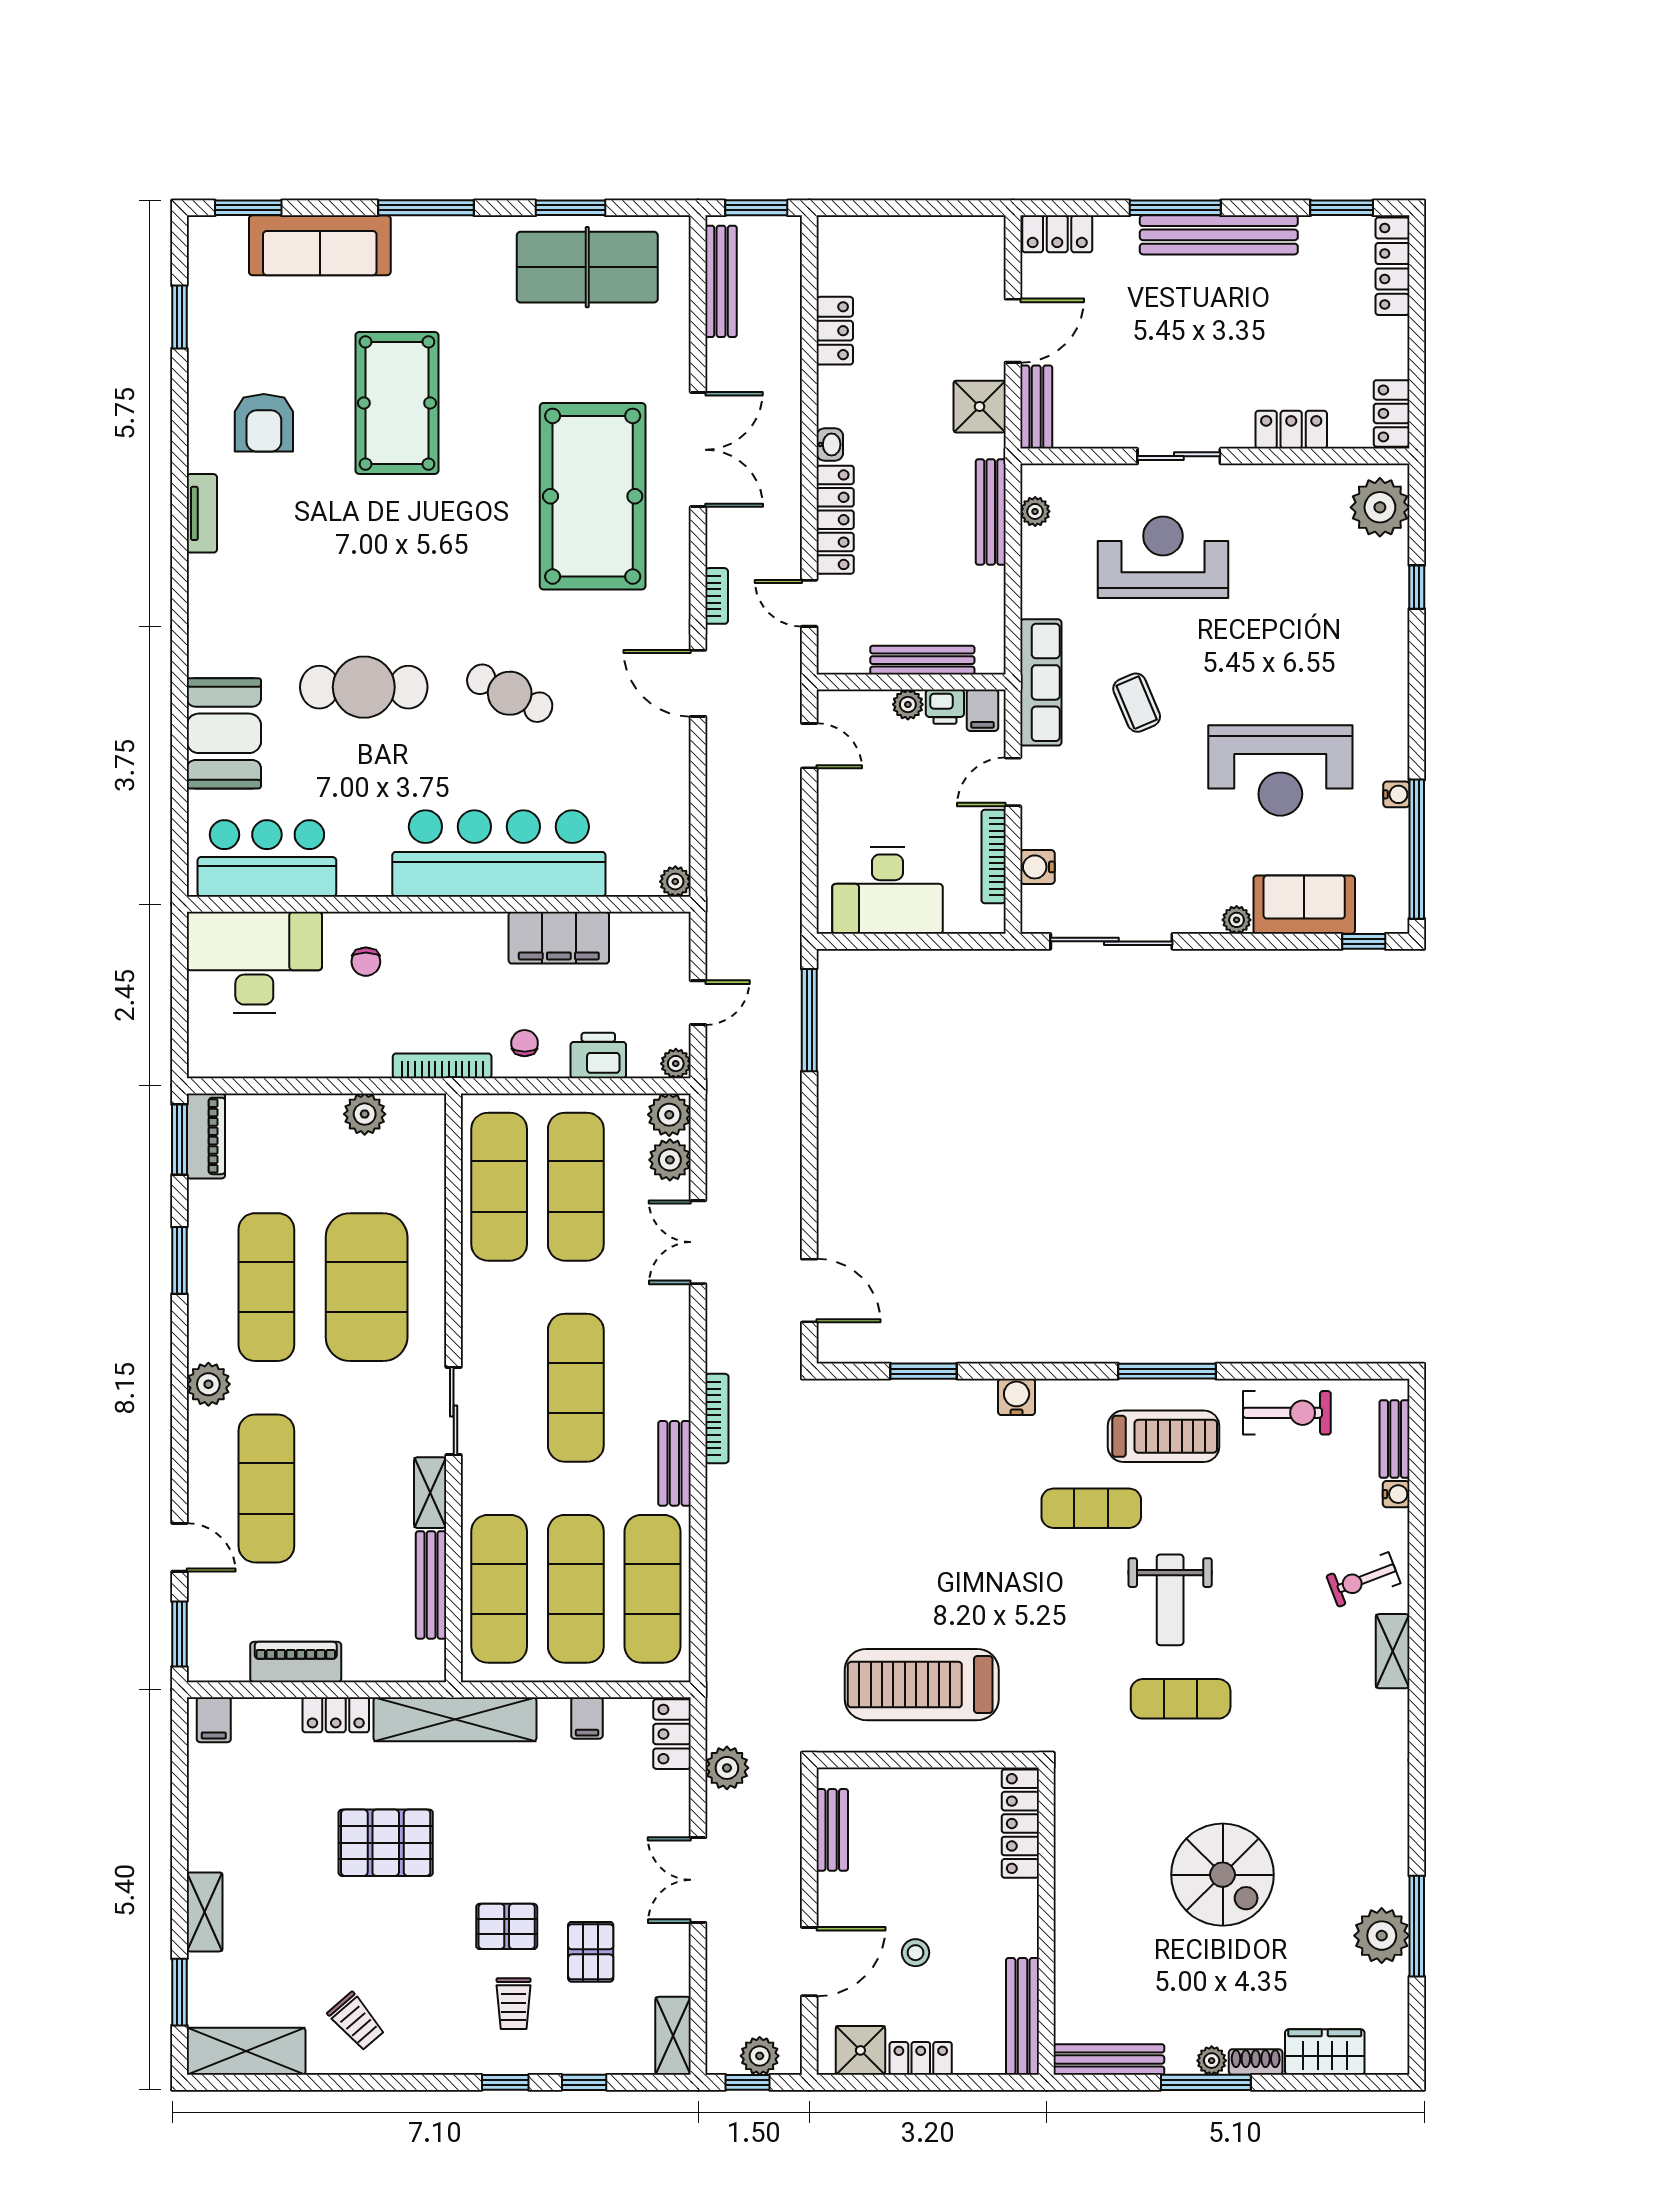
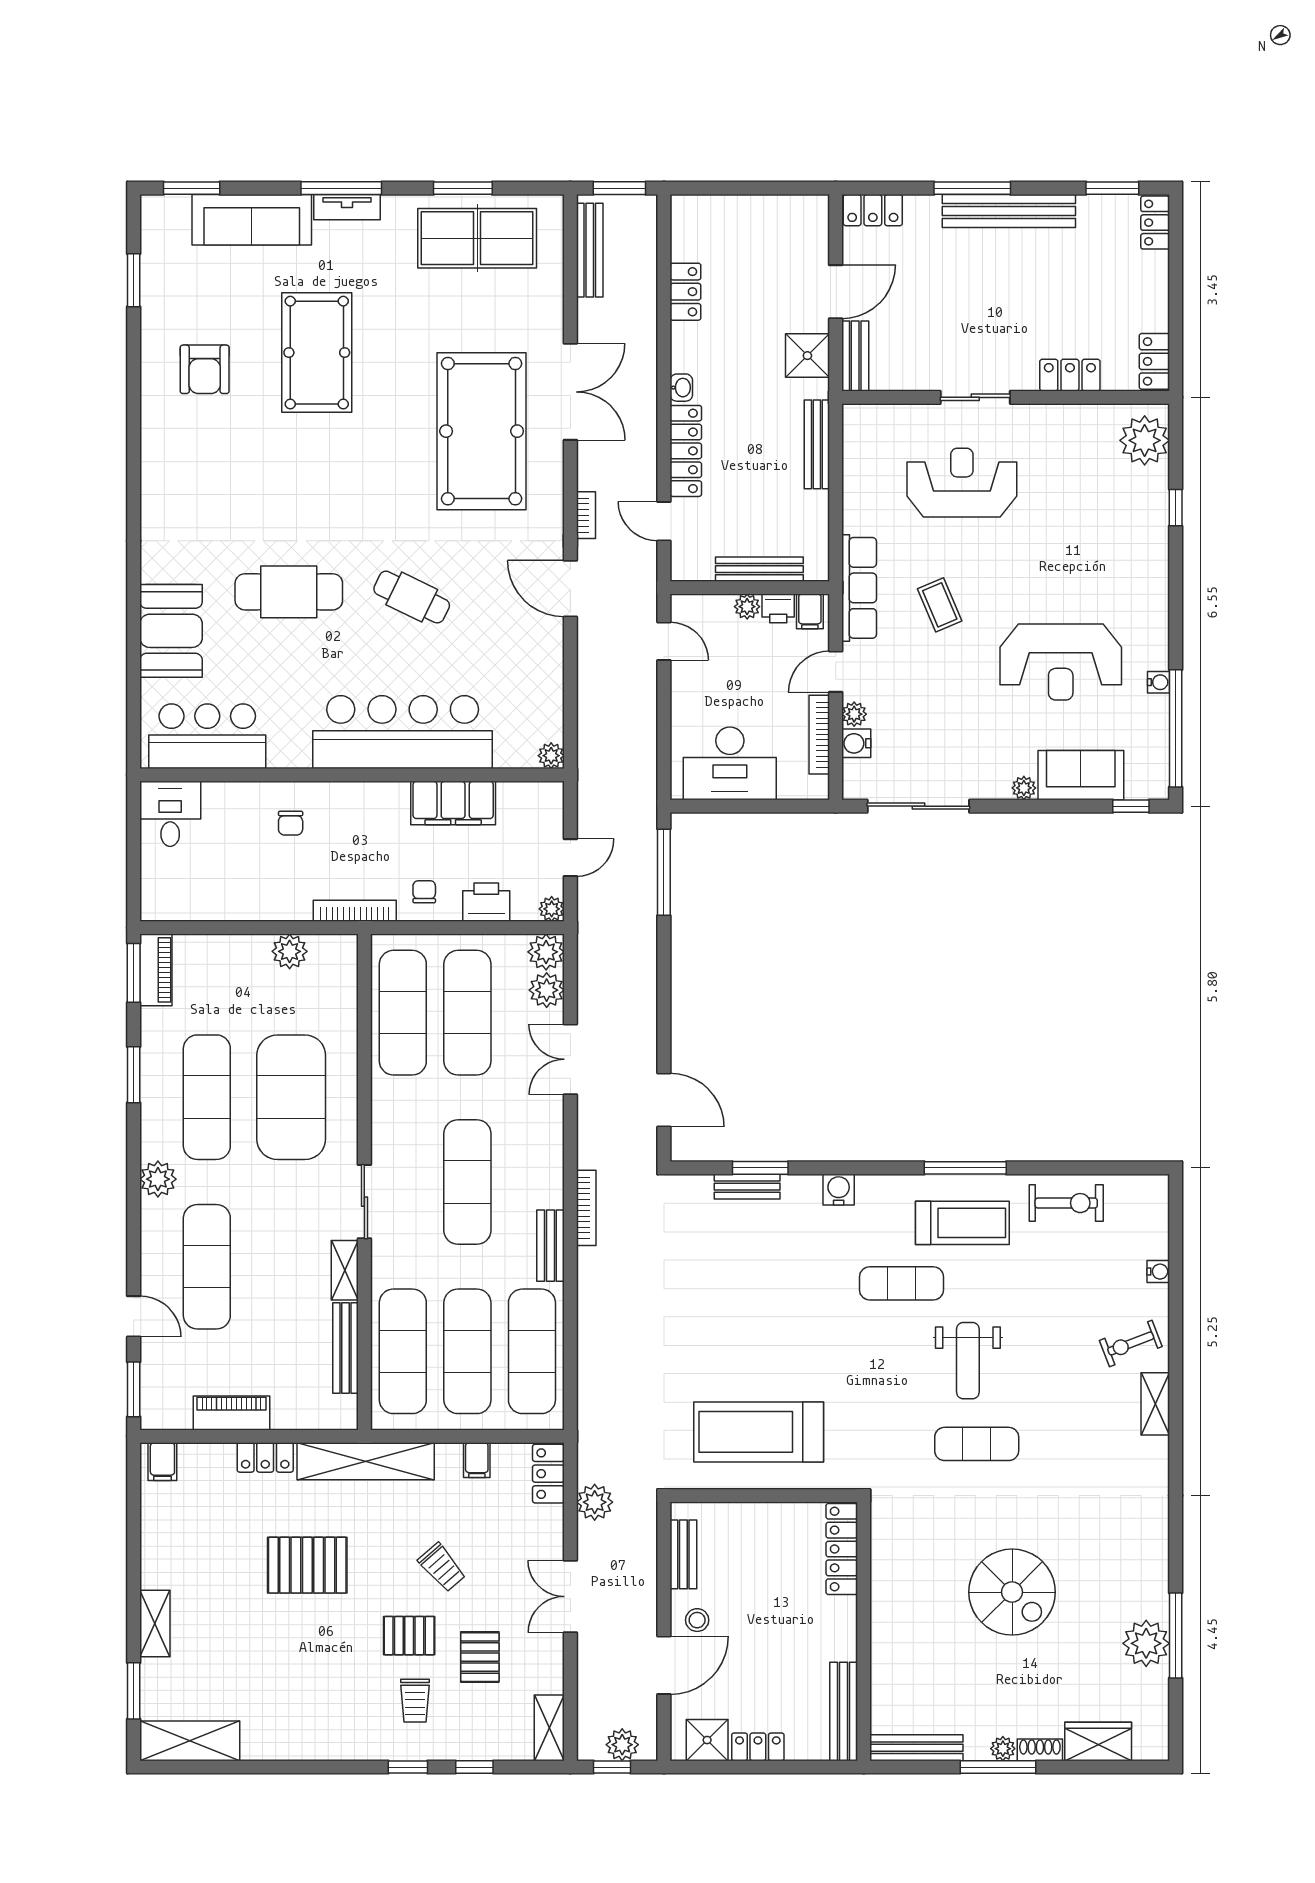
locker: (1392, 266) -> (1155, 223), width x0.66
plant: (1035, 511) -> (854, 714), moved
tv unit: (202, 513) -> (347, 207), moved, turned 90
desk: (254, 962) -> (170, 814), width x0.53, depth x0.77
bench: (1394, 1439) -> (747, 1187), moved, turned 90
stool: (915, 1953) -> (697, 1620), moved
trolley: (356, 2021) -> (442, 1567), moved

